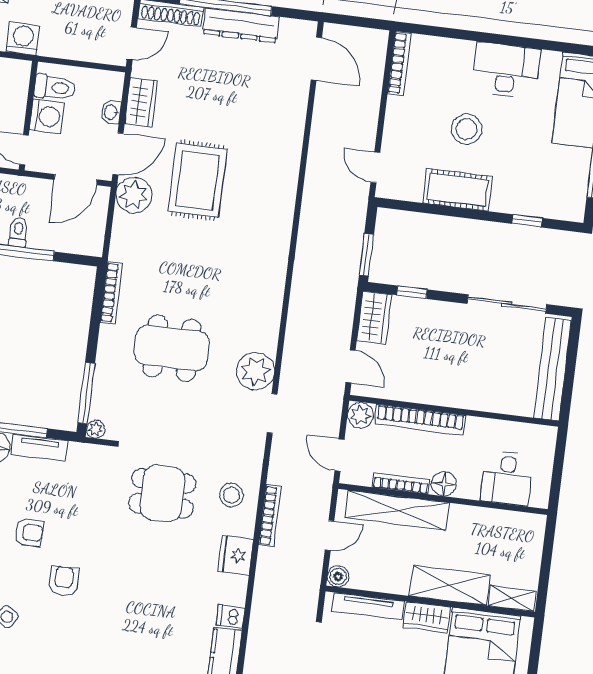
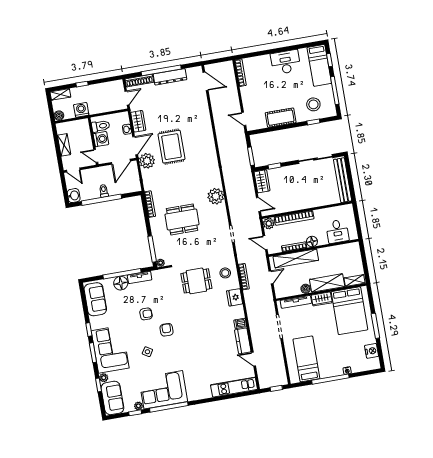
stool: (467, 129) -> (313, 104), moved
plant: (256, 371) -> (216, 196), moved
boiler: (338, 576) -> (306, 289), moved

